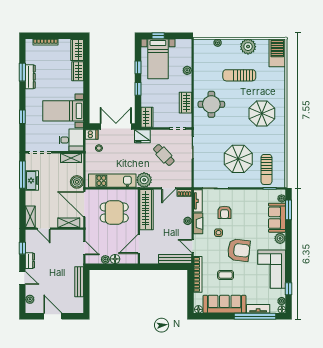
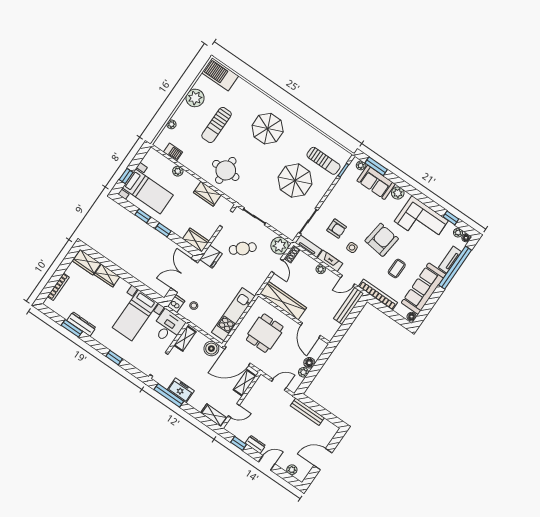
barbecue: (198, 57) -> (173, 152), added
plant: (144, 180) -> (280, 246), moved

